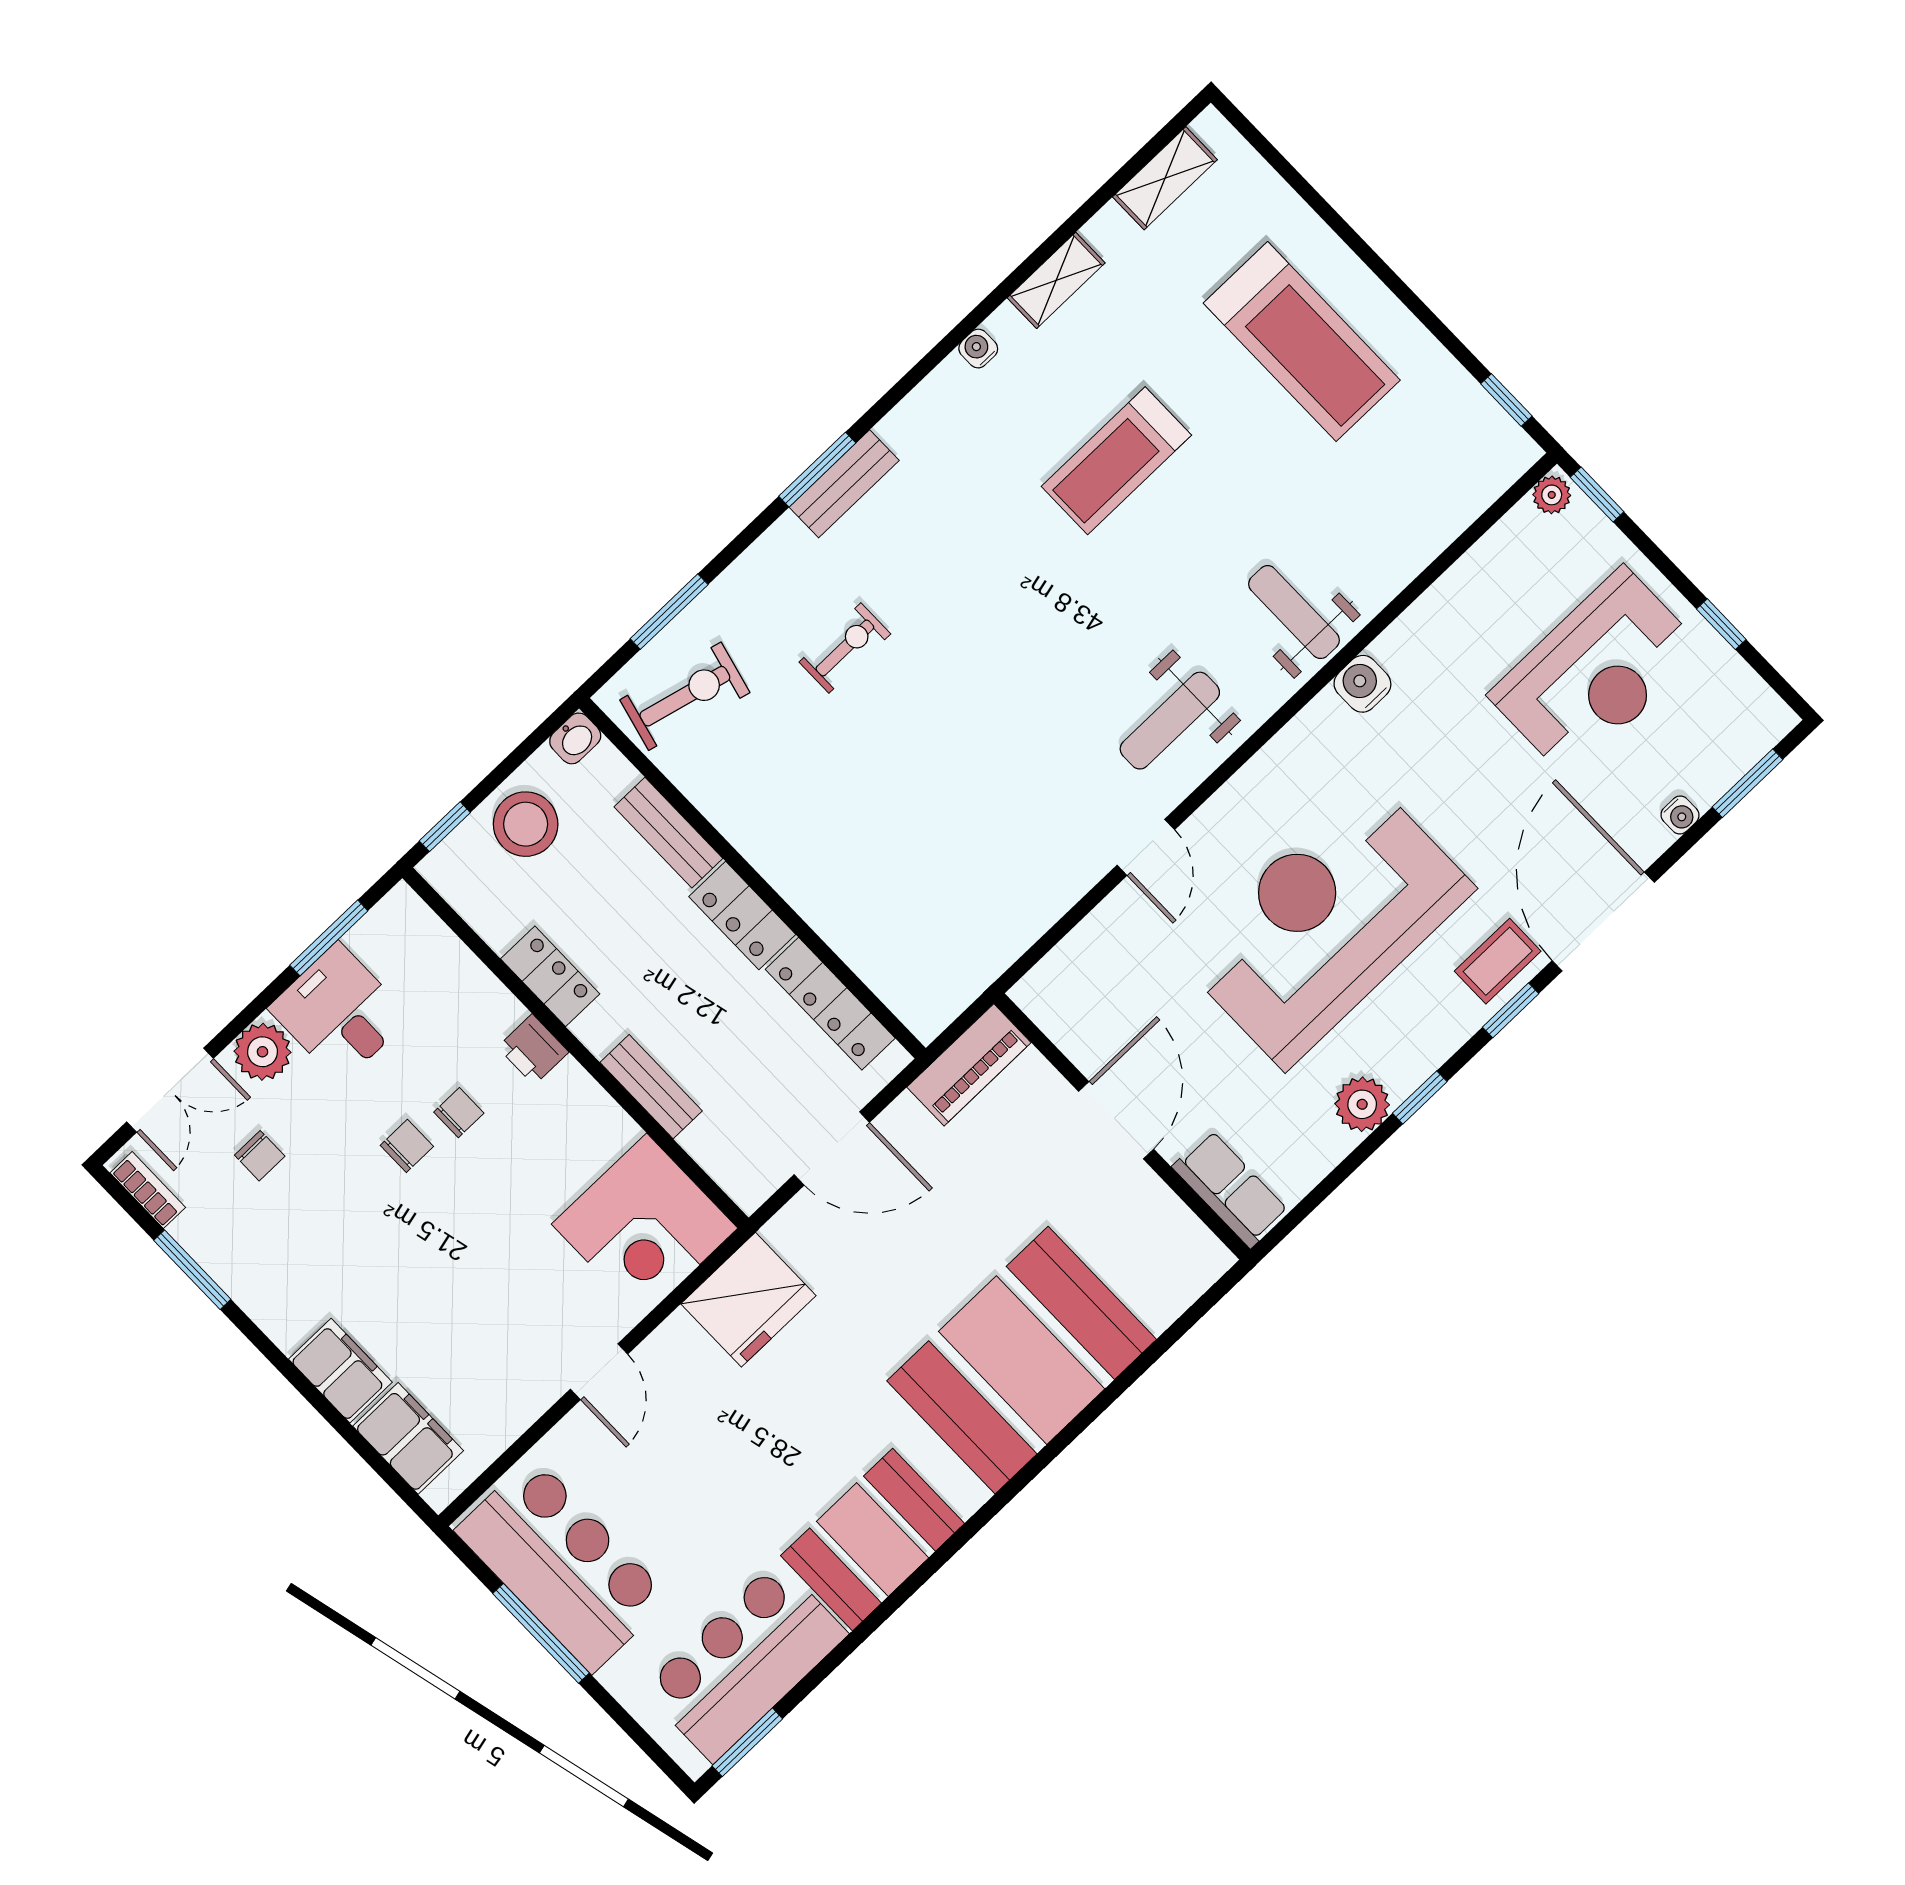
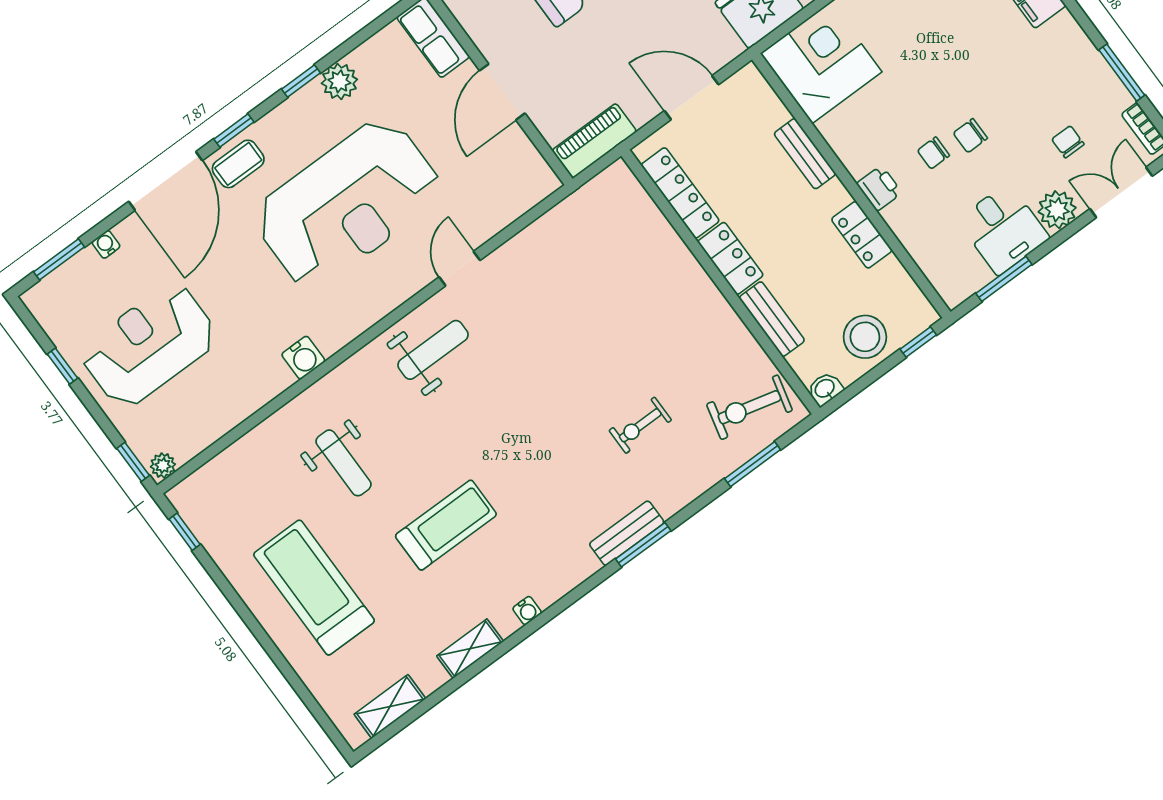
weight bench: (1294, 612) -> (343, 463), moved

